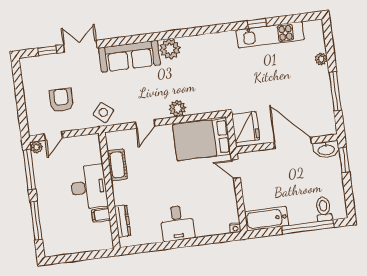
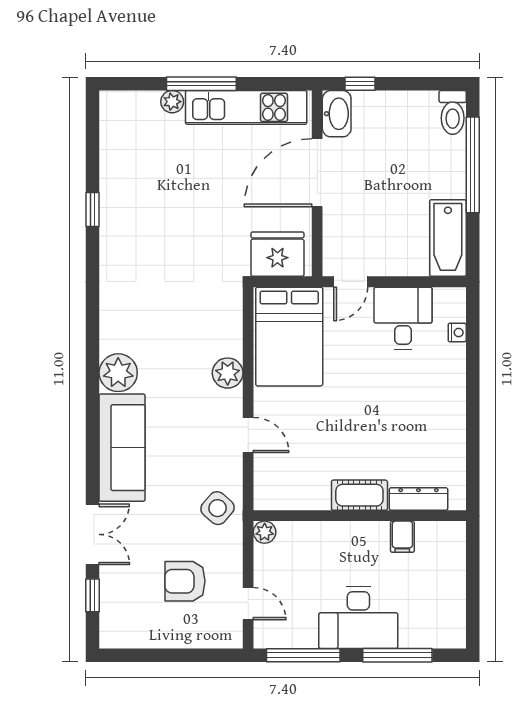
kitchen unit: (270, 35) -> (246, 107), moved, turned 90
double door: (80, 46) -> (93, 534), swing flipped
window: (335, 91) -> (201, 84), moved
plant: (36, 147) -> (265, 532), moved
window: (344, 160) -> (360, 84), width x0.67
cot: (117, 165) -> (359, 495), moved
desk: (89, 187) -> (358, 618), moved, turned 180
toilet: (324, 209) -> (453, 112), moved, turned -90
desk: (177, 223) -> (403, 318), moved, turned -90
nightstand: (235, 228) -> (457, 333), moved

